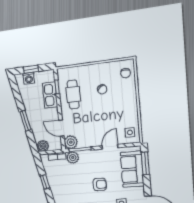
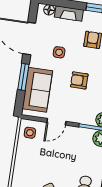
window: (145, 163) -> (23, 77), moved

